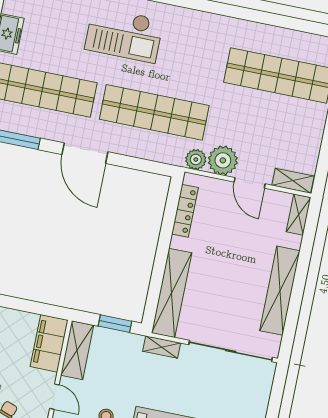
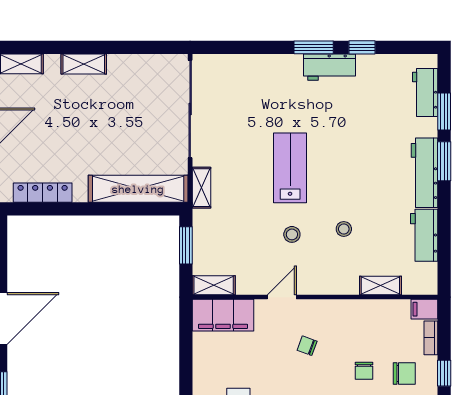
shelving: (280, 291) -> (84, 64), width x0.45, depth x0.75
shelving: (77, 350) -> (214, 285), width x0.67, depth x0.75

